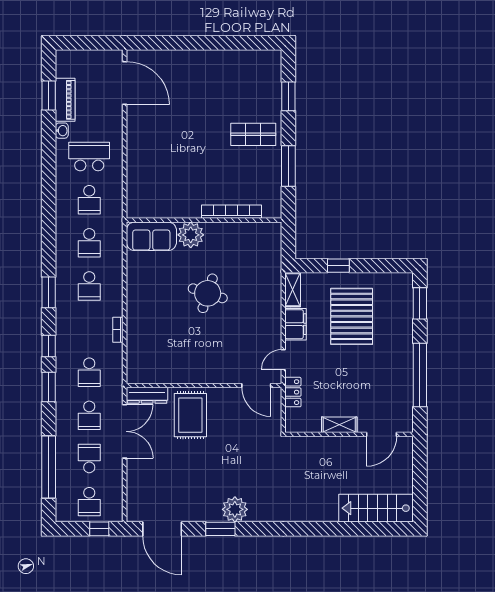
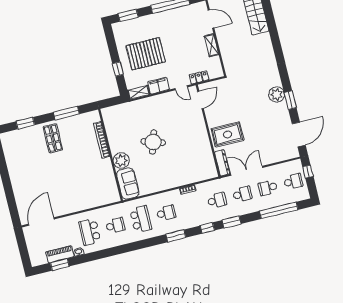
school desk: (89, 243) -> (141, 219), width x1.85

